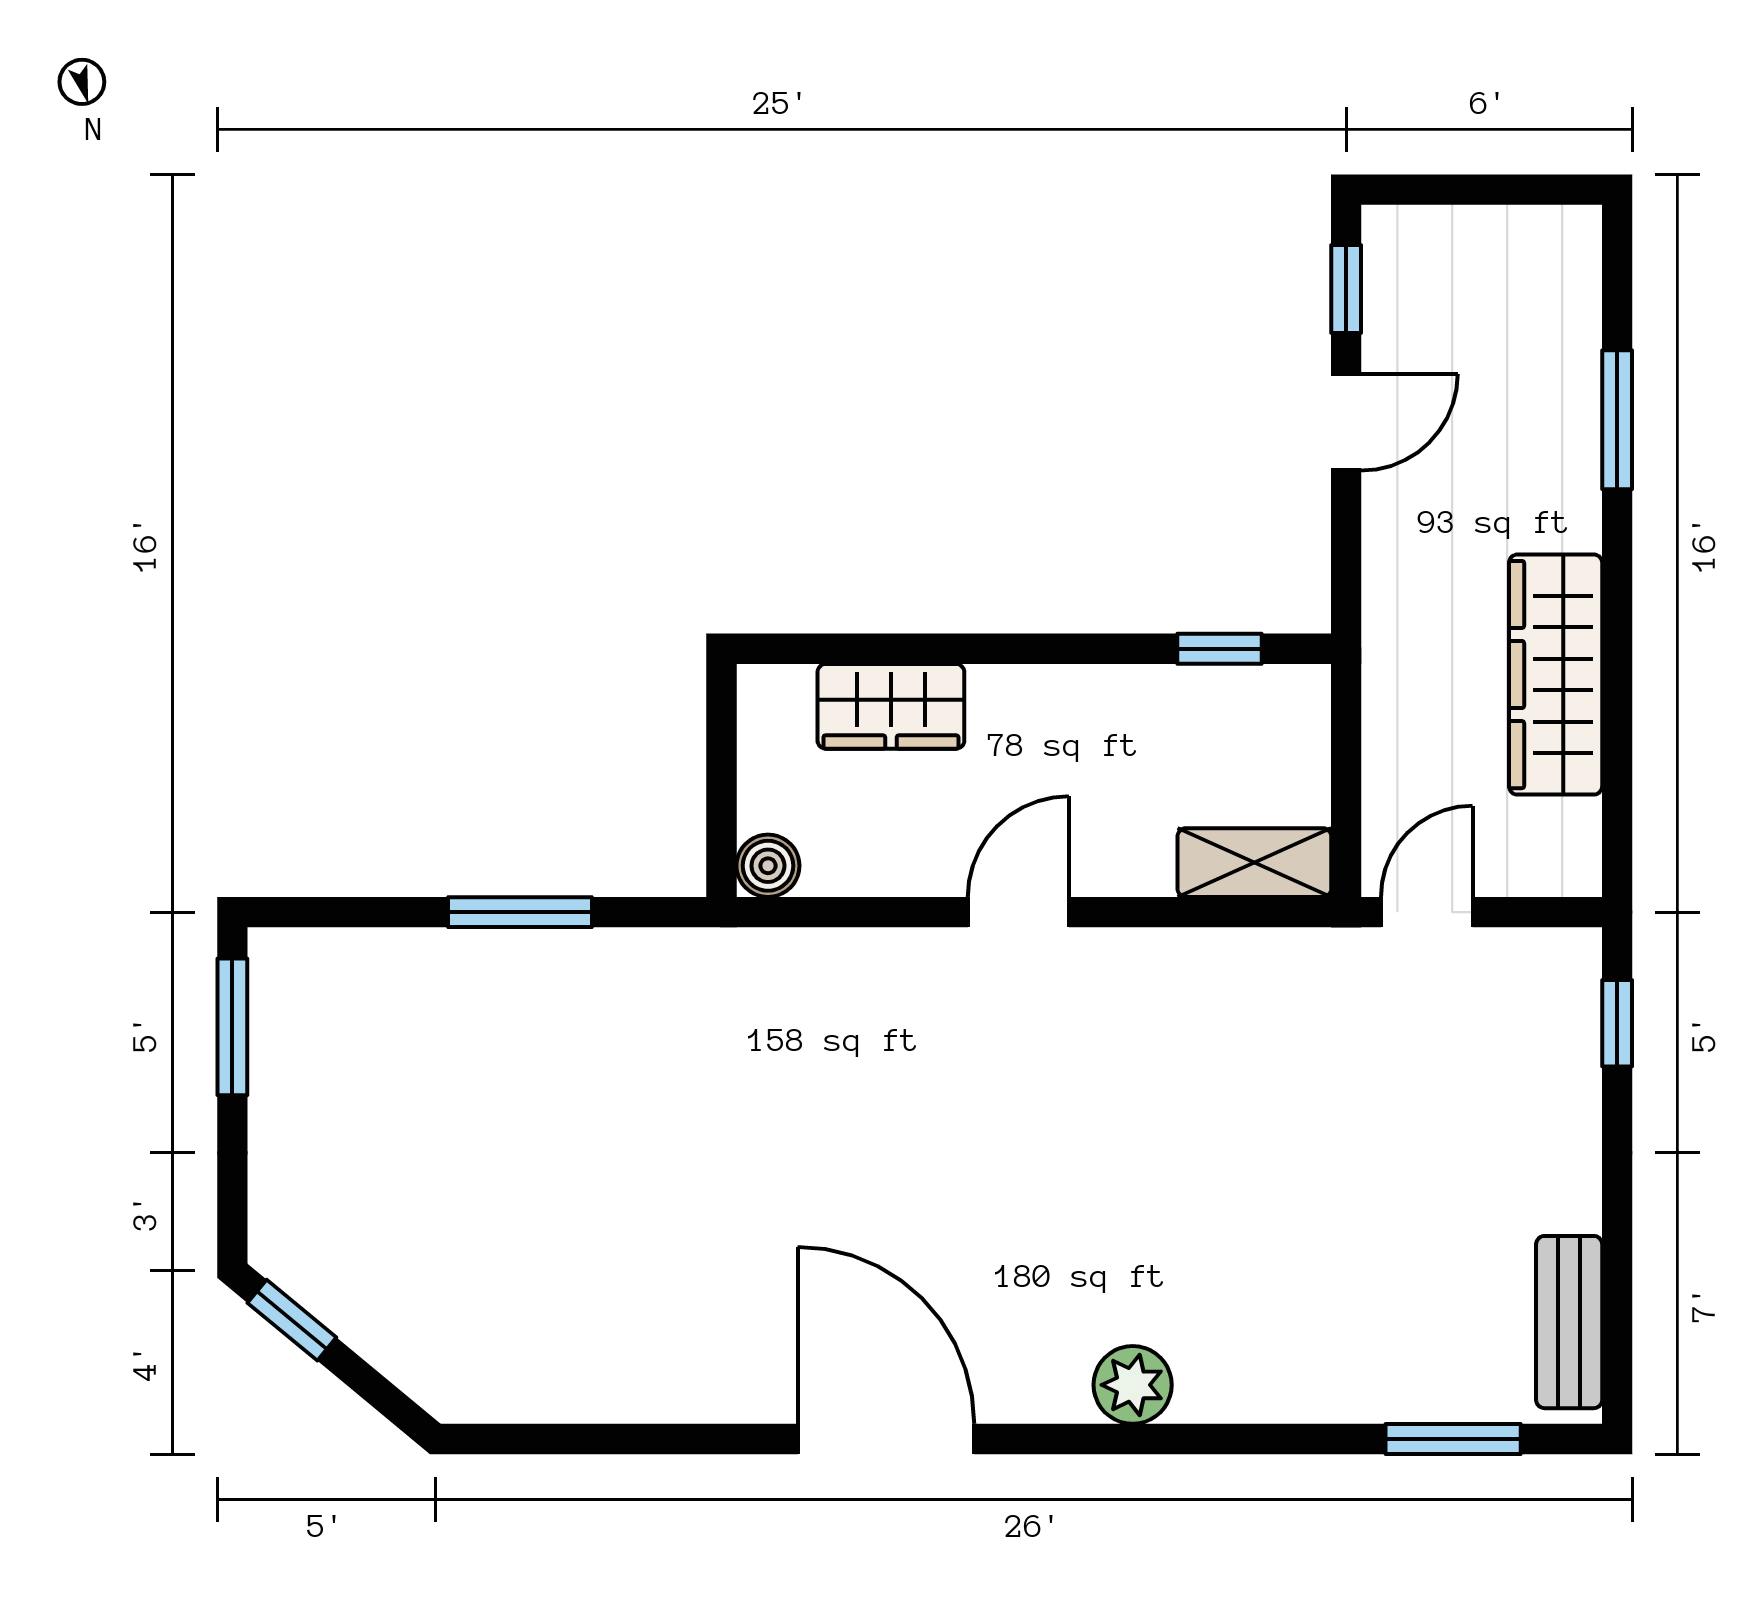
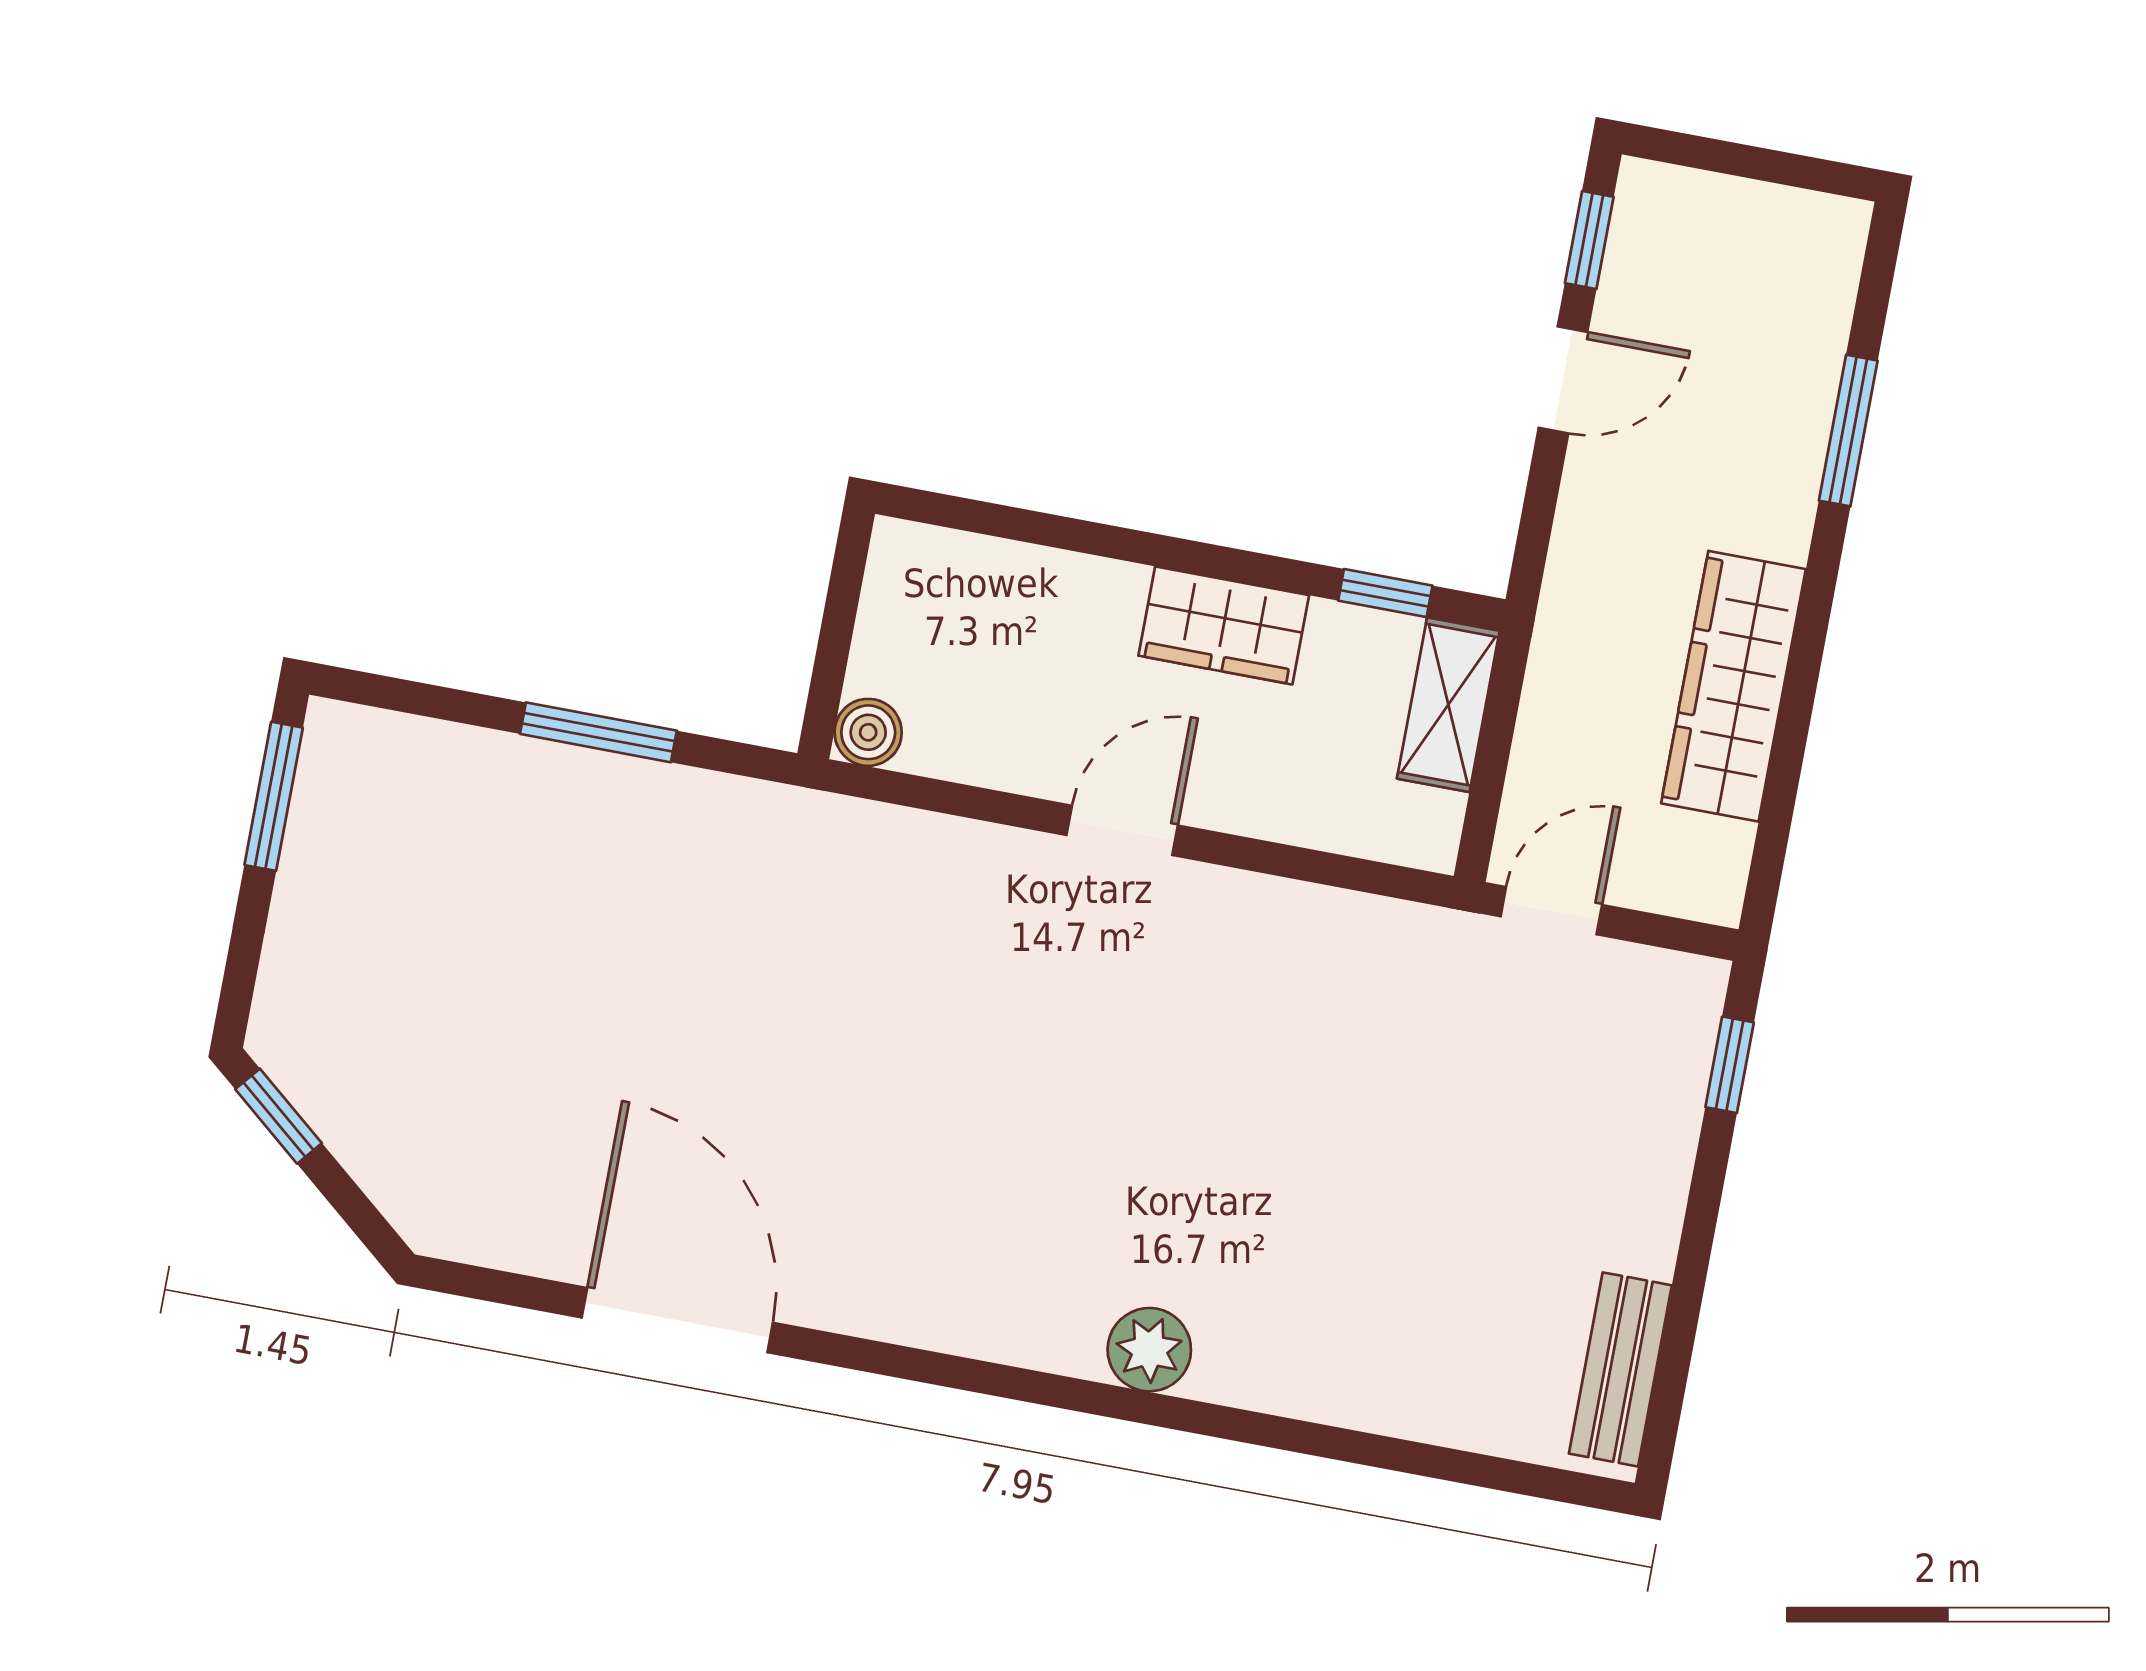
wardrobe: (891, 706) -> (1224, 625), moved
shelving: (1254, 863) -> (1448, 705), moved, turned 90
door: (886, 1439) -> (677, 1320), moved
window: (1453, 1439) -> (1475, 1469), removed

